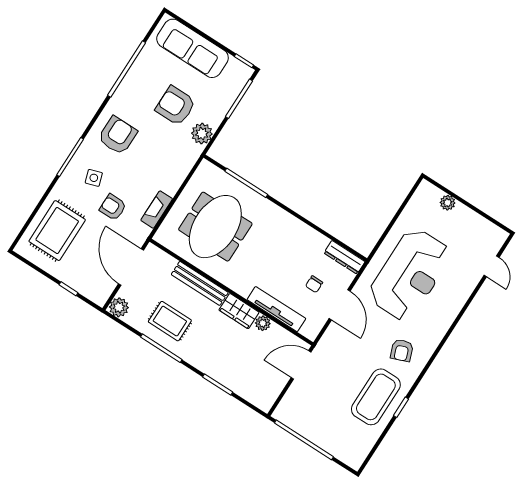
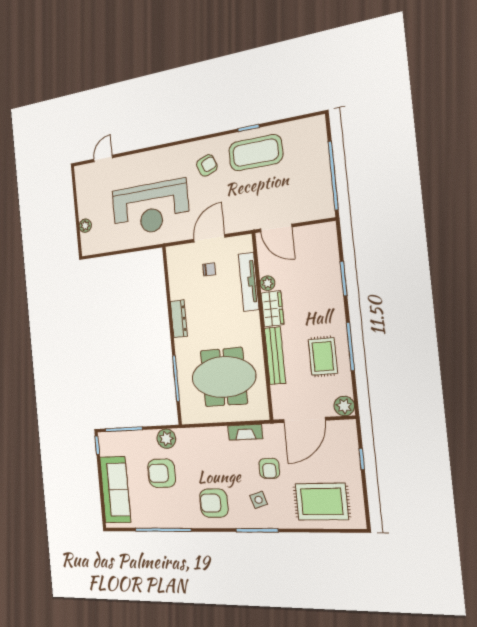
armchair: (176, 106) -> (162, 473), turned 90
dresser: (344, 257) -> (179, 319), moved
reception desk: (410, 274) -> (150, 208), turned 180

